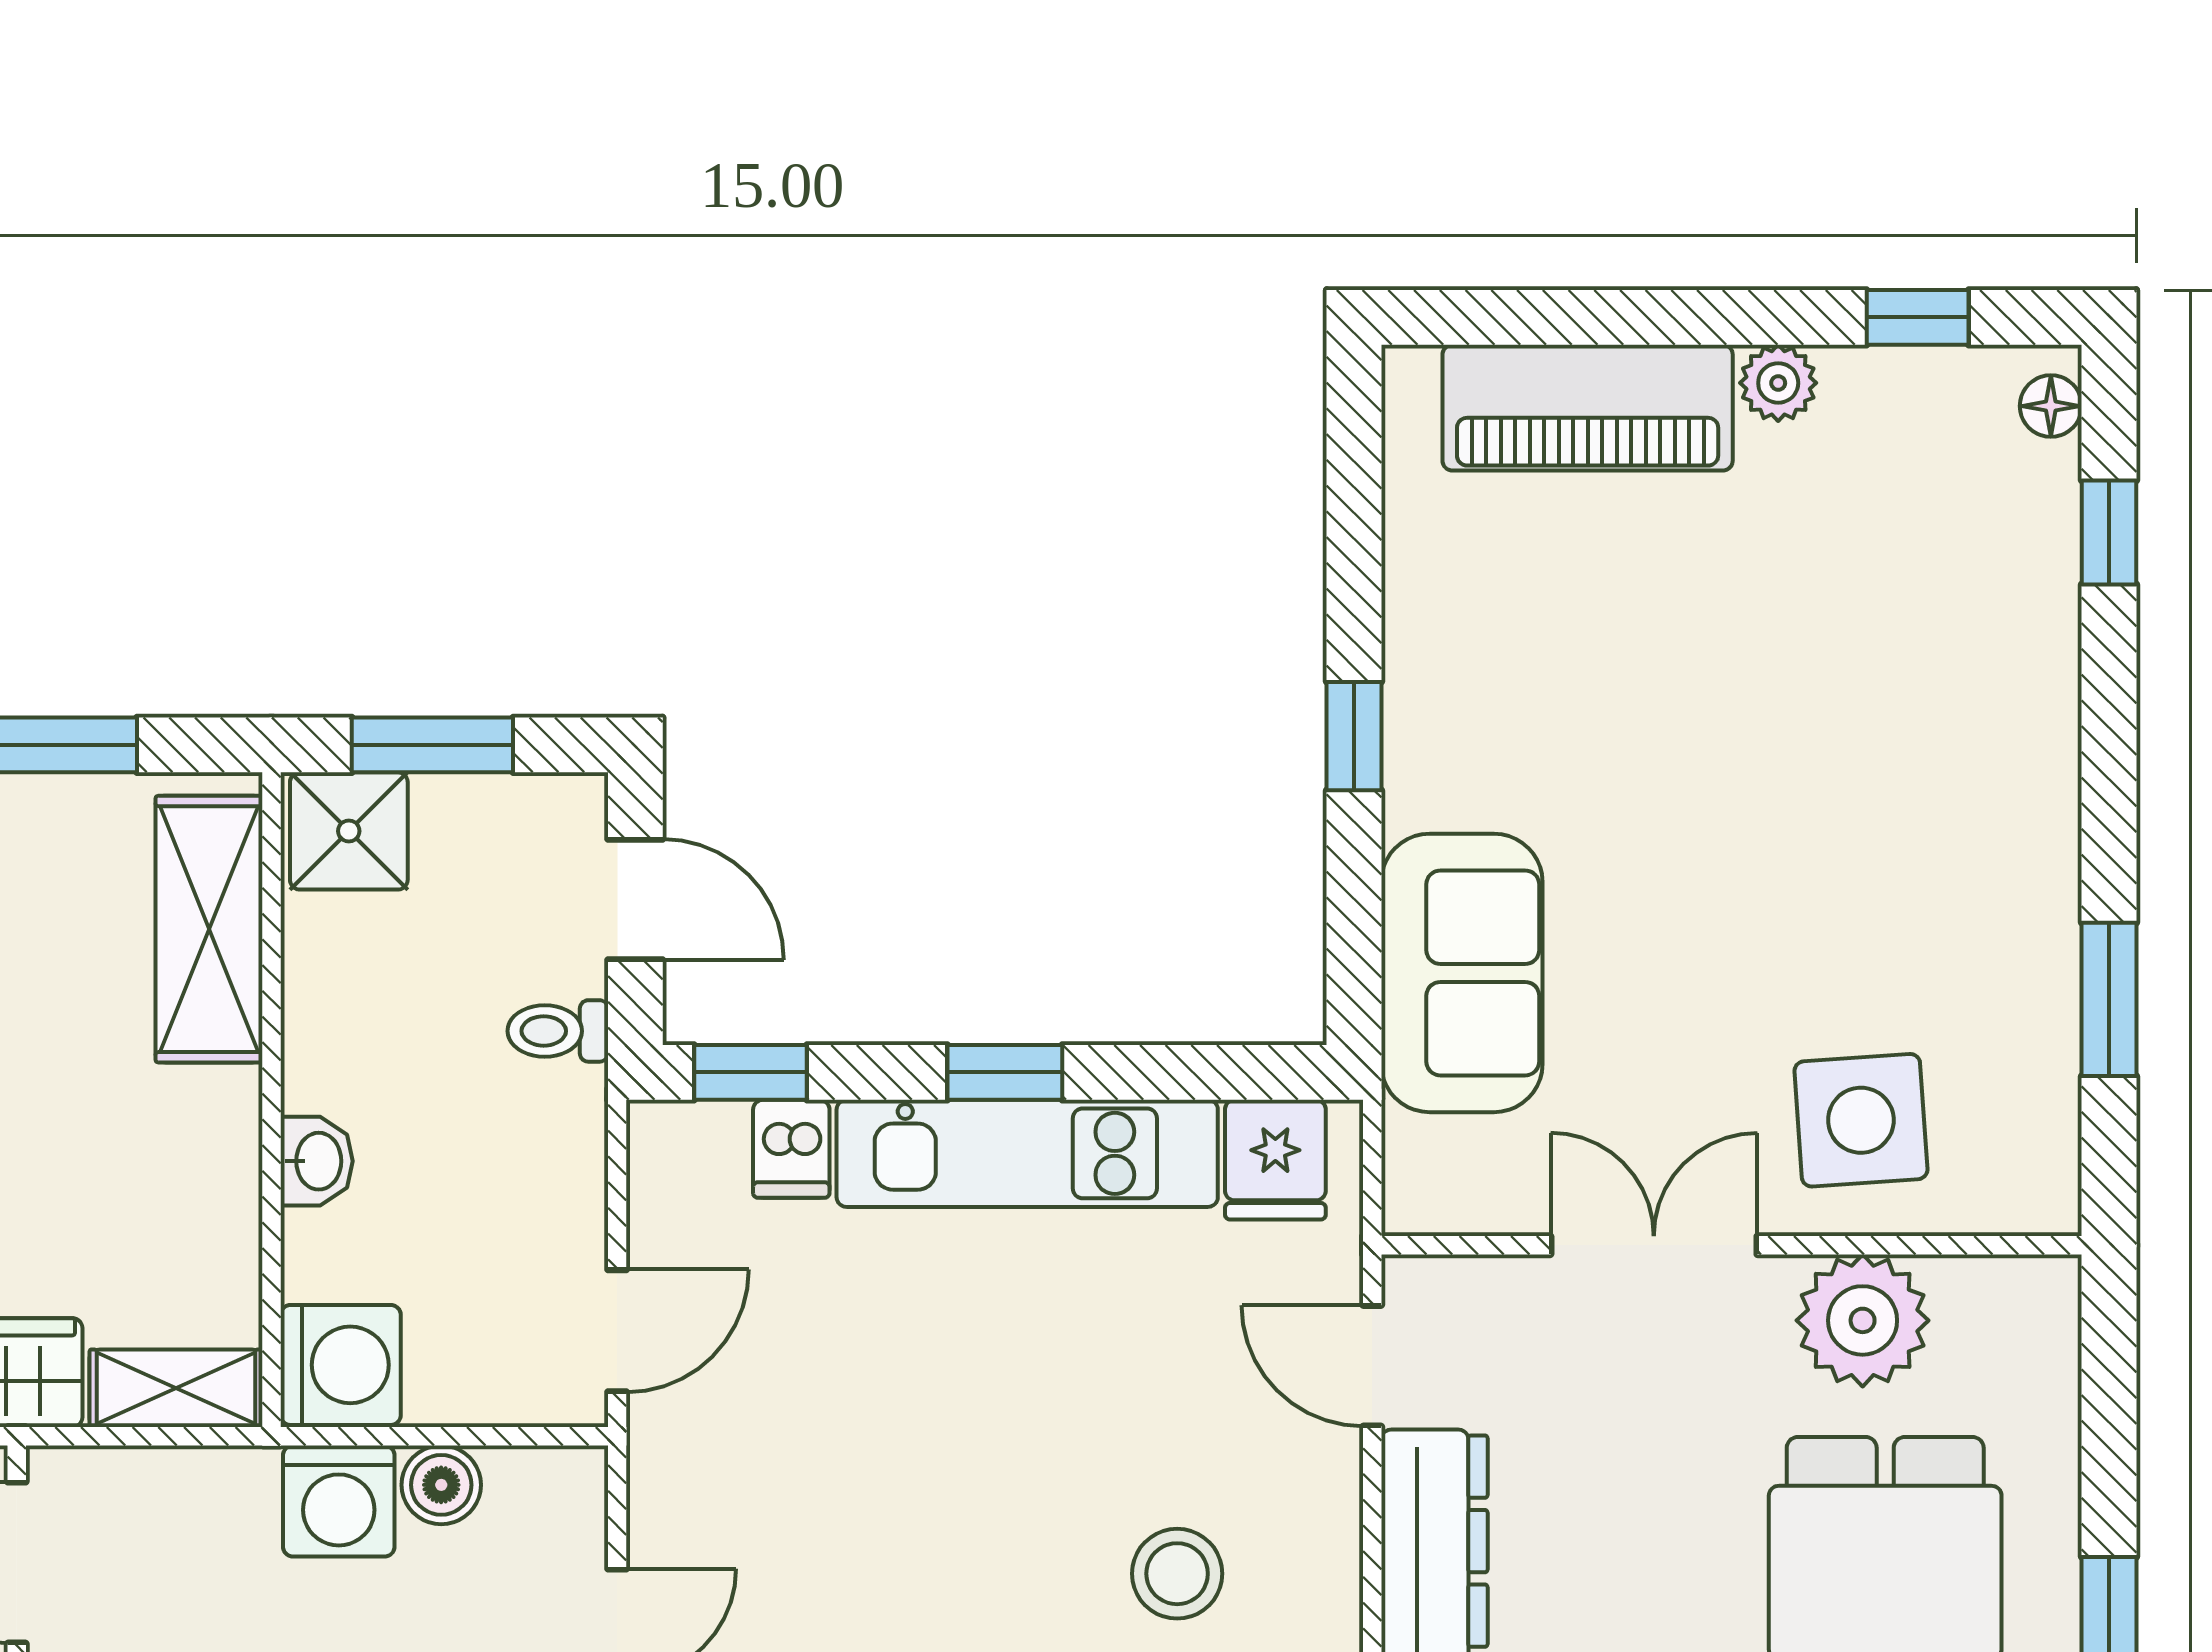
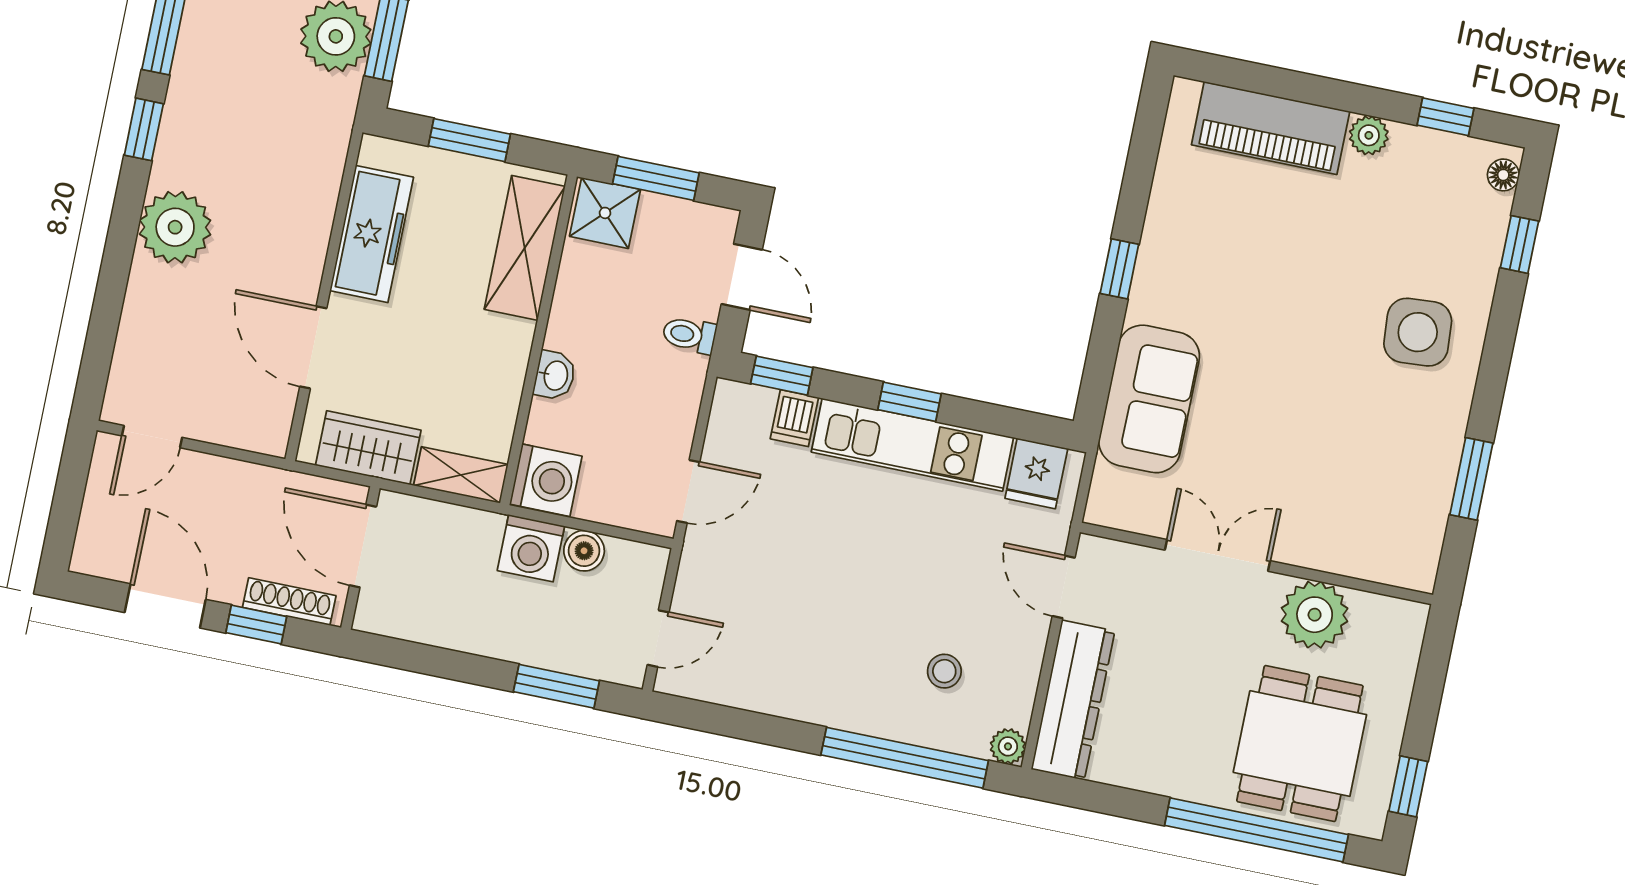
side table: (1861, 1120) -> (1418, 332), moved
stool: (1177, 1574) -> (944, 671), width x0.73, depth x0.73

